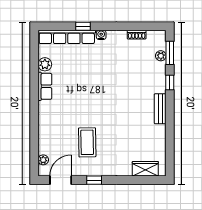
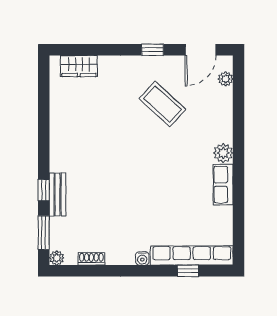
window: (83, 26) -> (188, 271), moved
plant: (161, 56) -> (57, 258), moved
plant: (45, 64) -> (223, 153), moved
bench: (160, 109) -> (58, 194), moved
coffee table: (87, 142) -> (162, 104), turned -47

